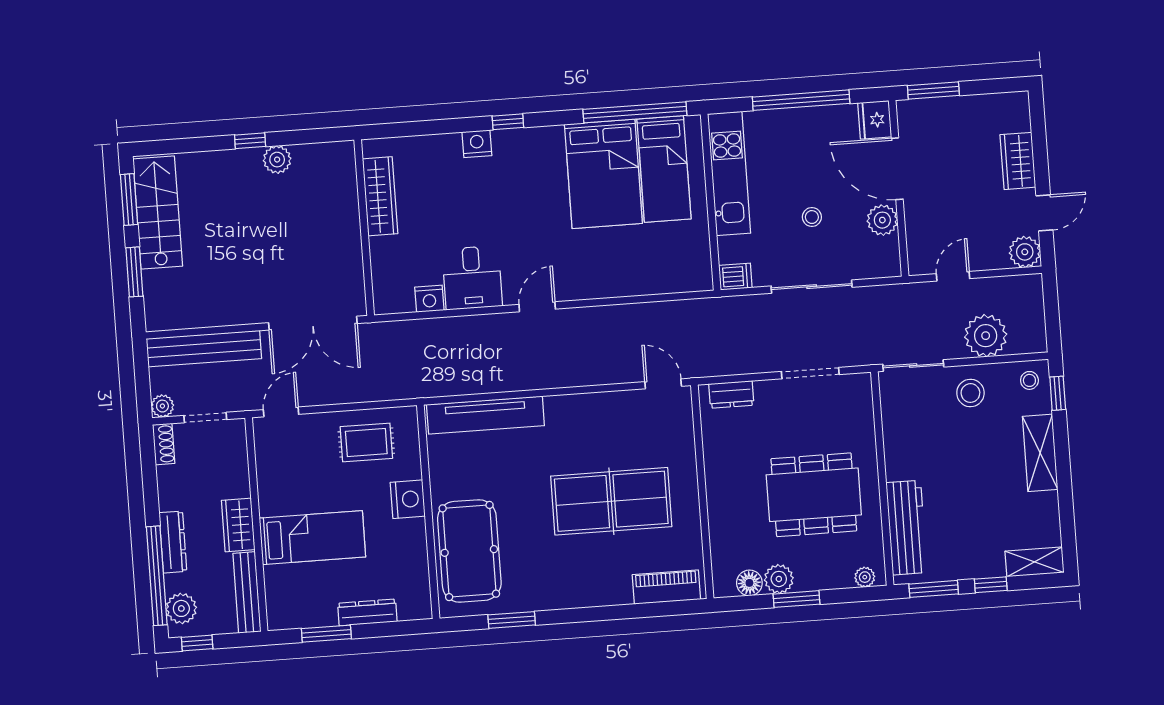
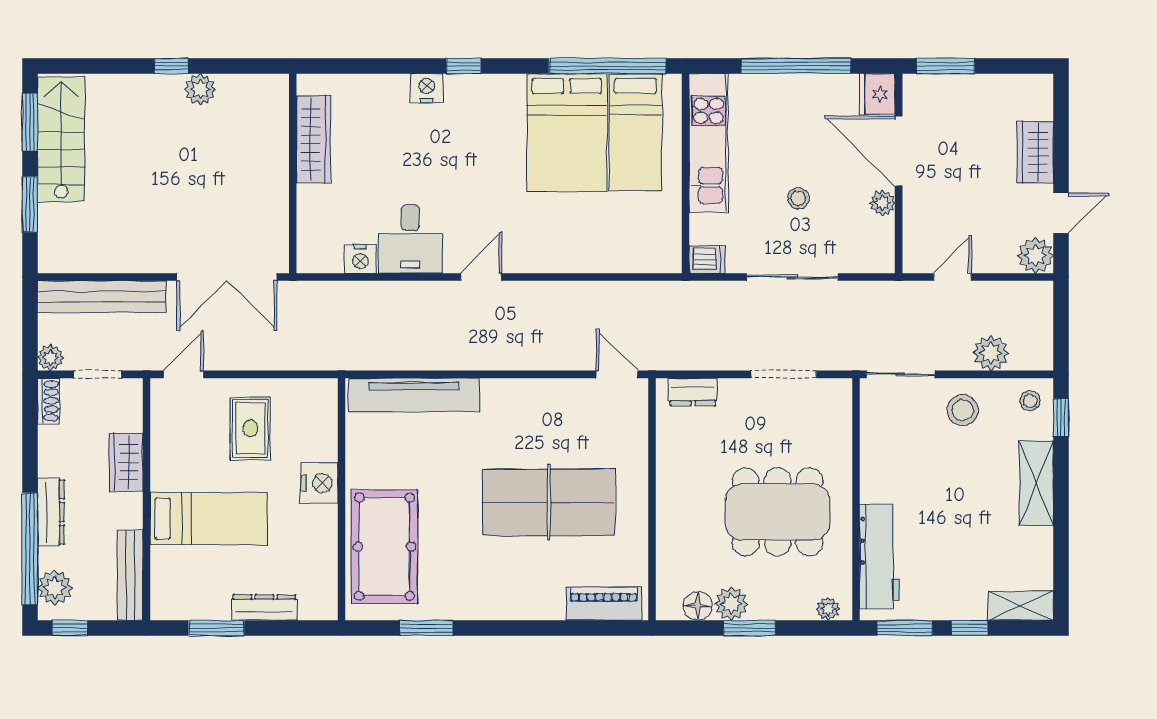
plant: (882, 220) -> (882, 203), width x0.73, depth x0.73
plant: (986, 336) -> (991, 353), width x0.73, depth x0.73
rug: (366, 443) -> (250, 428), moved, turned 90
wardrobe: (238, 525) -> (126, 462), moved

